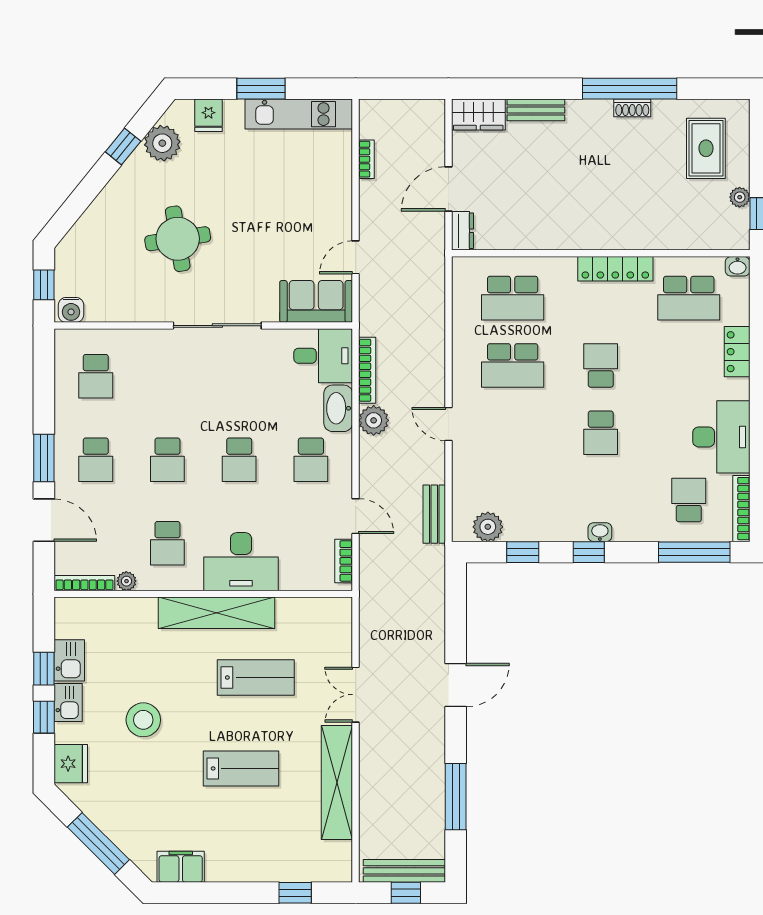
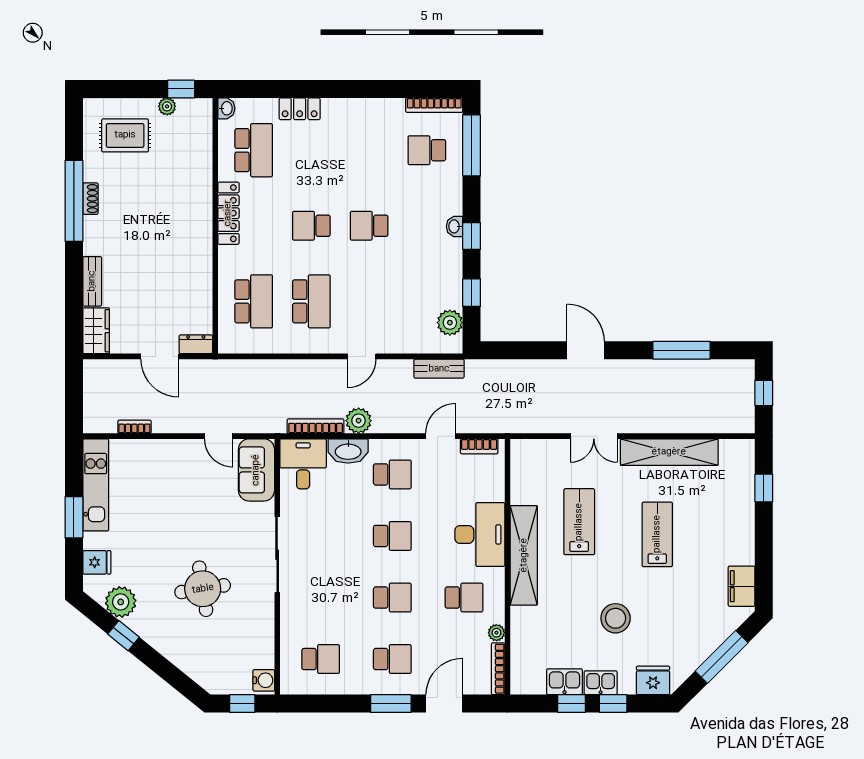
school desk: (601, 433) -> (369, 226), turned 180
desk: (721, 437) -> (373, 122), removed
bench: (404, 871) -> (745, 394), removed

